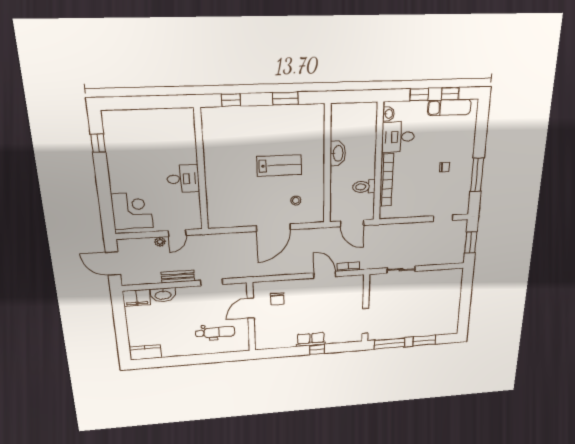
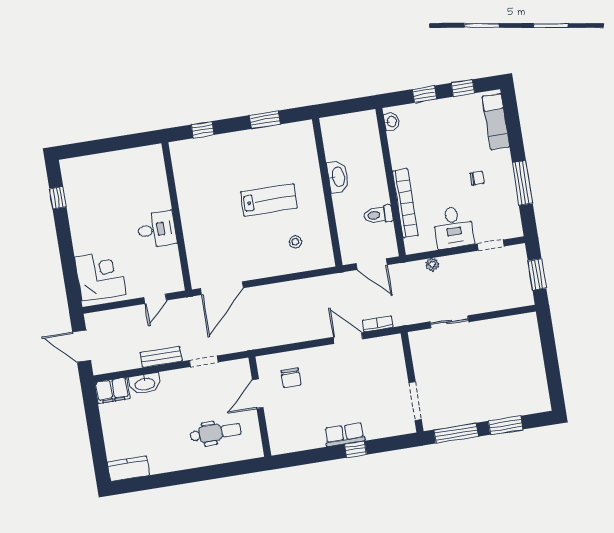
exam couch: (449, 107) -> (496, 122), moved, turned 90
desk: (398, 137) -> (453, 227), moved, turned -90
door: (273, 228) -> (222, 288), moved
plant: (160, 242) -> (432, 265), moved

